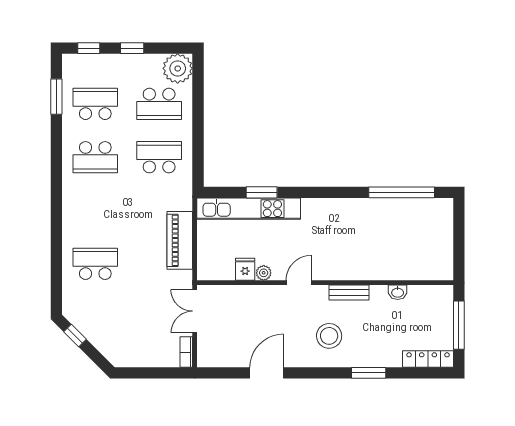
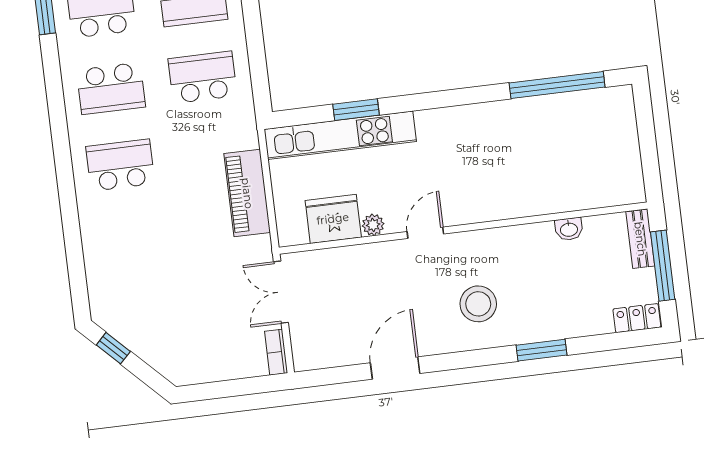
school desk: (95, 264) -> (120, 165), moved
fridge: (245, 269) -> (333, 219), width x1.88, depth x1.34
bench: (349, 292) -> (640, 239), moved, turned 90
locker: (428, 359) -> (637, 318), width x0.66

